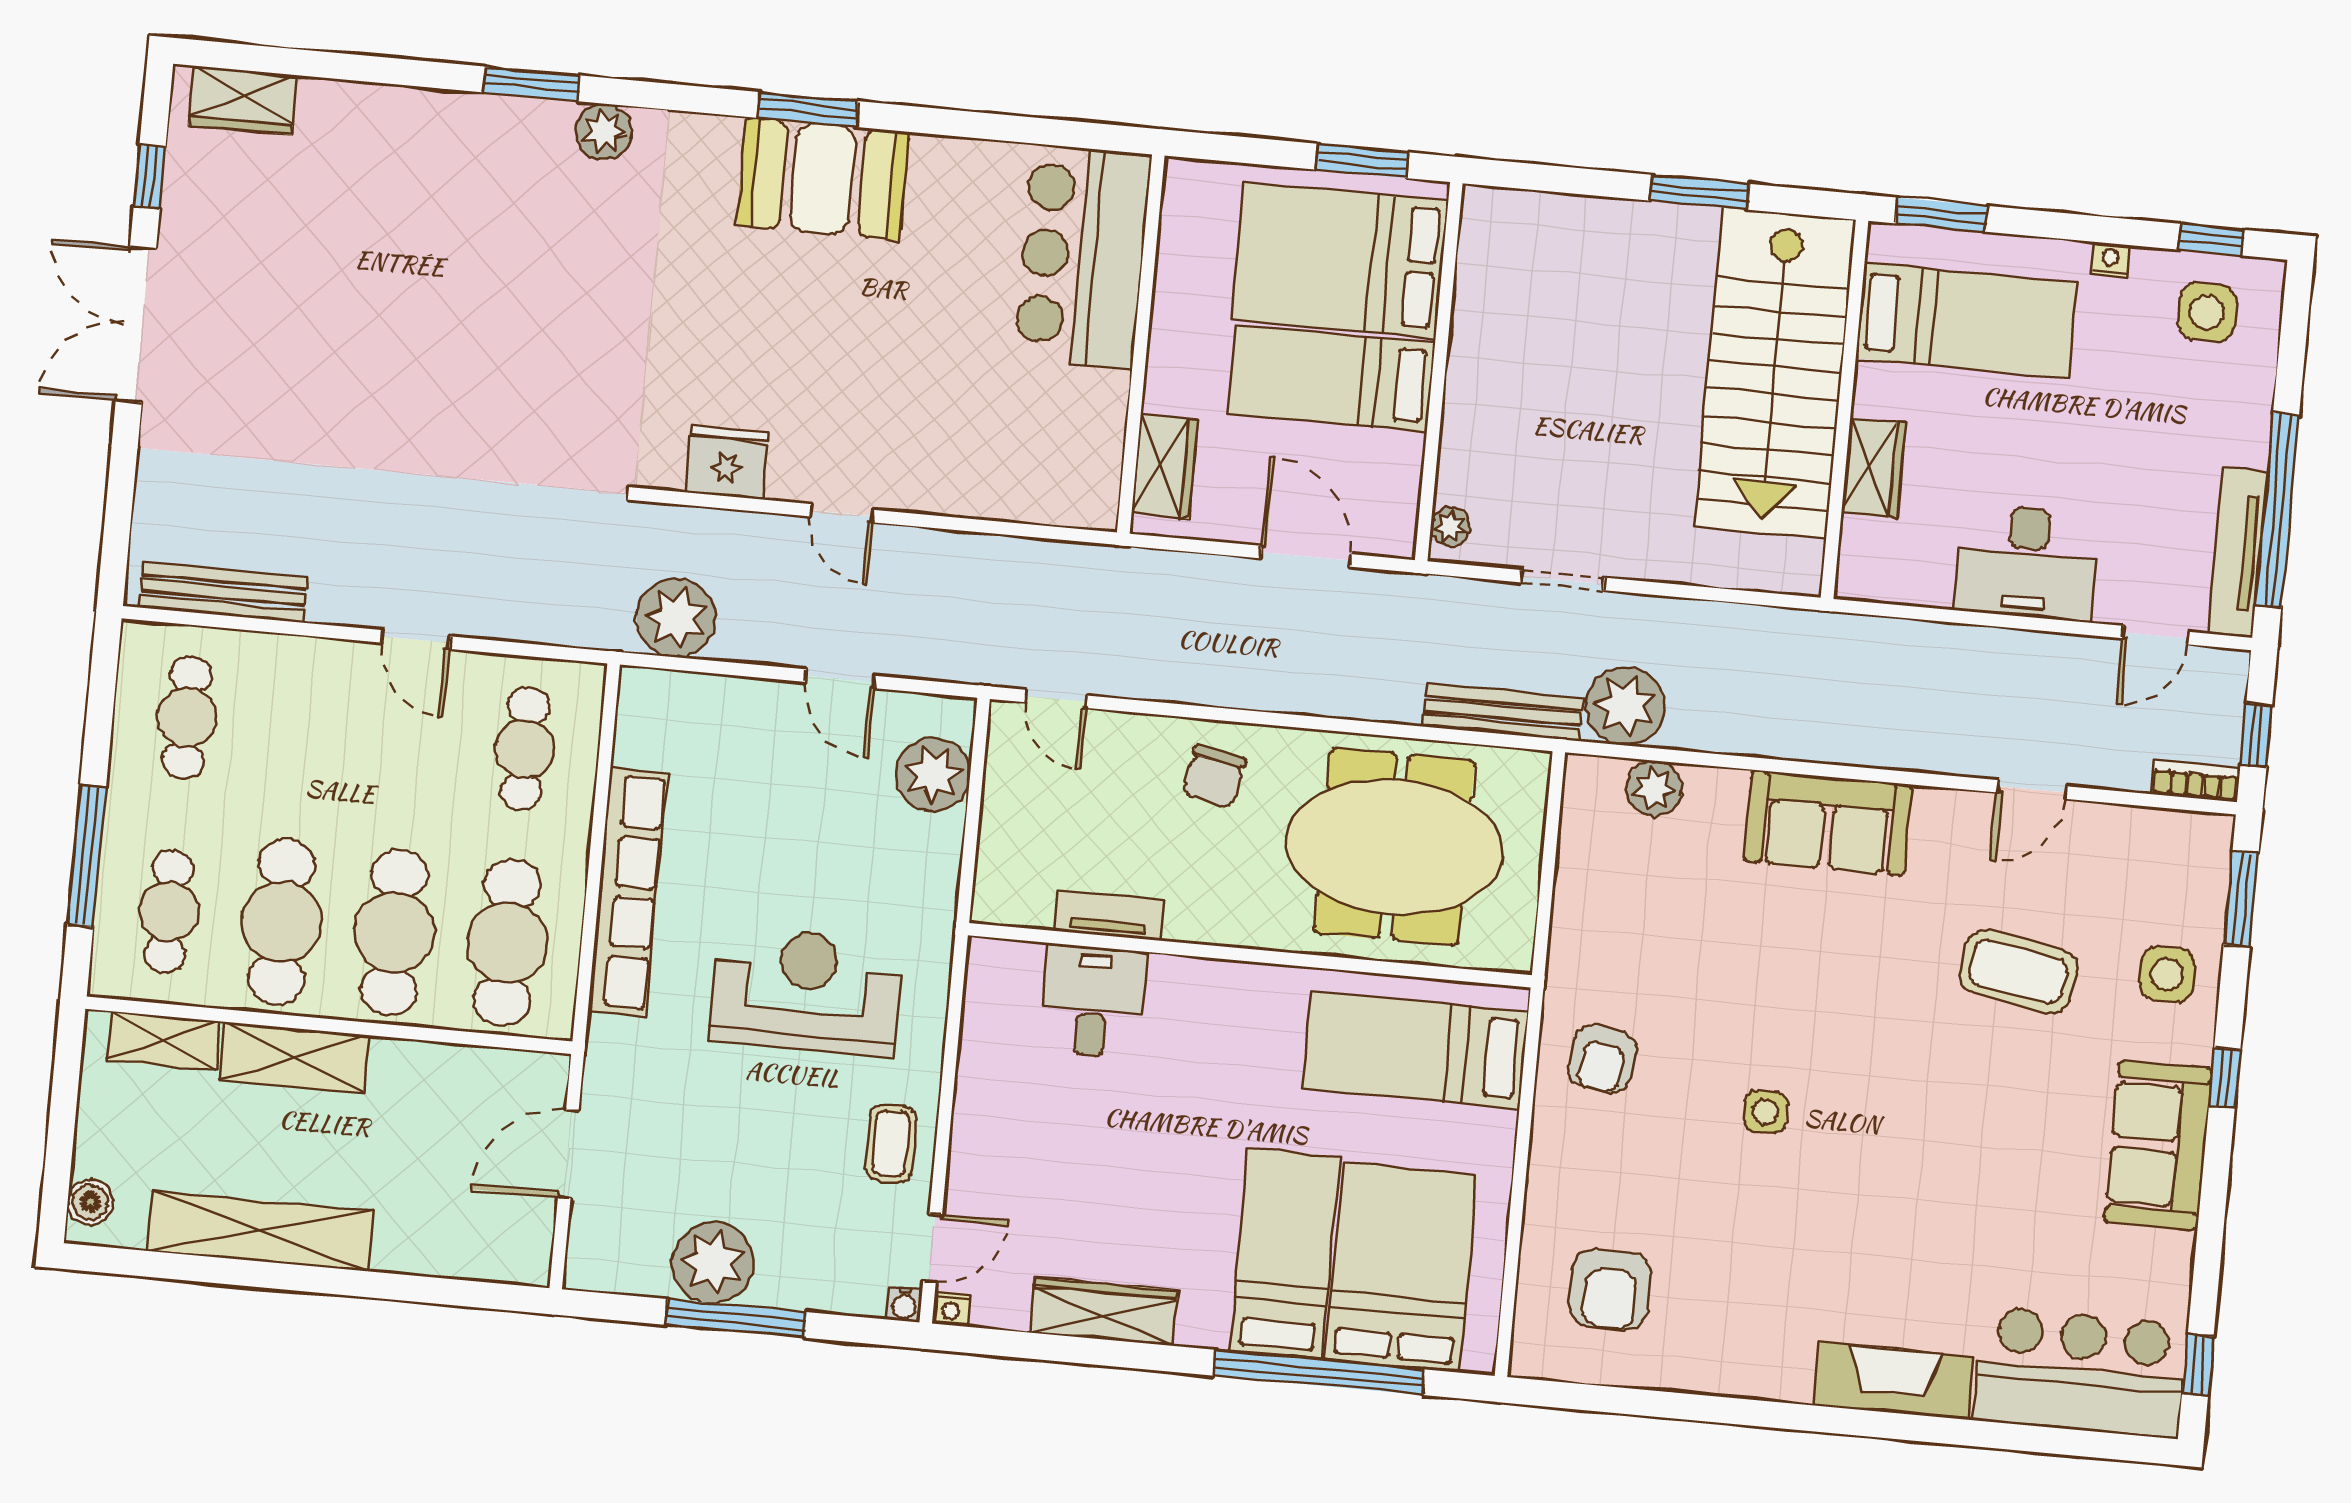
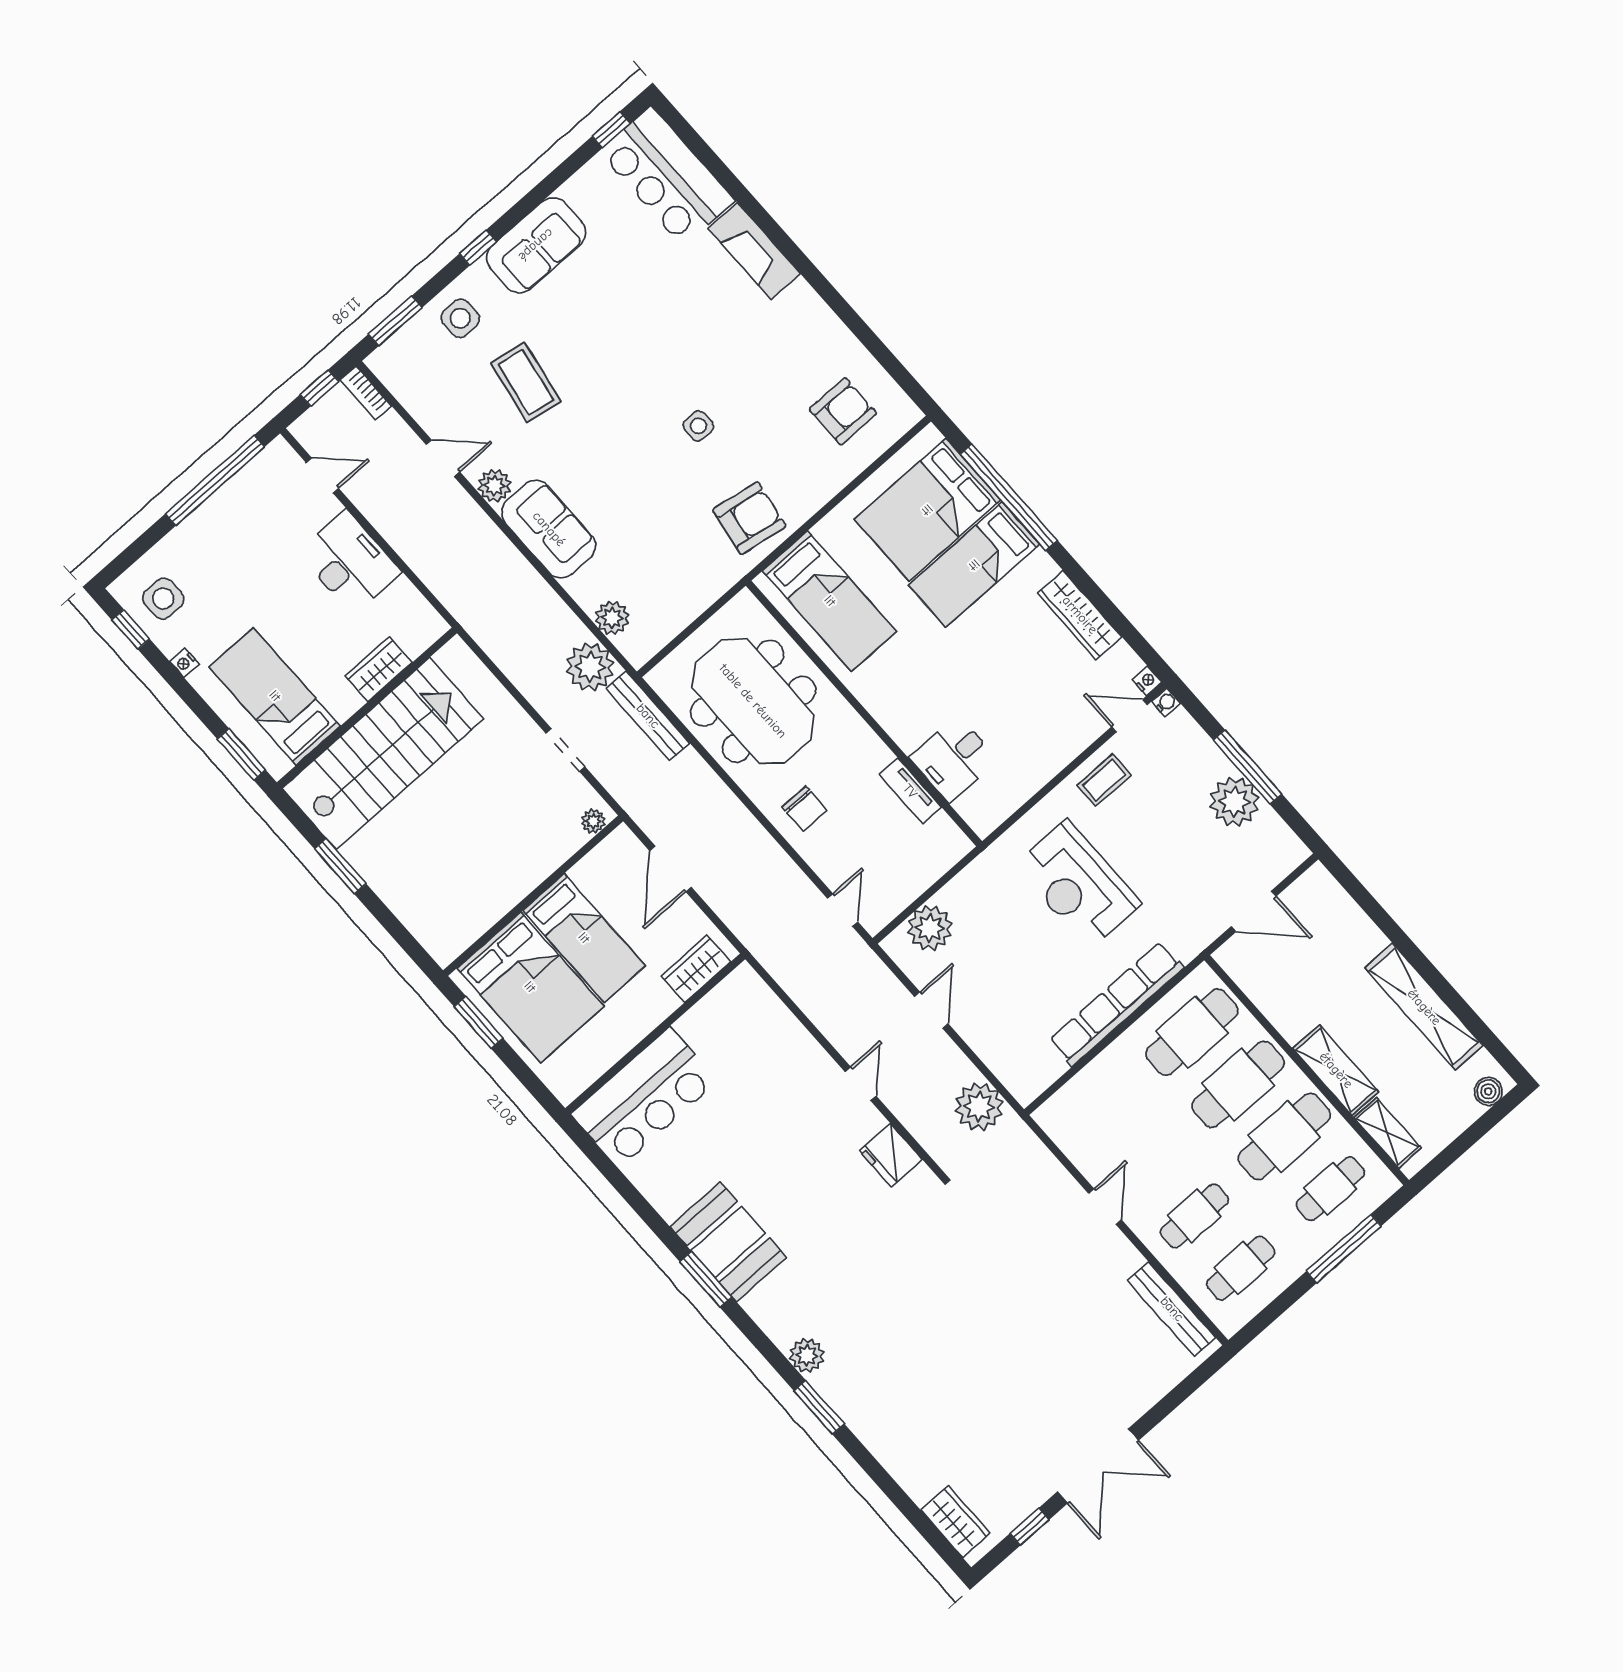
tv unit: (2238, 552) -> (251, 478), removed
cafe table: (525, 749) -> (1194, 1216), moved
chair: (1214, 777) -> (805, 809), turned 80
plant: (1940, 814) -> (494, 486), added
armchair: (1602, 1059) -> (749, 518), width x1.38, depth x1.38

